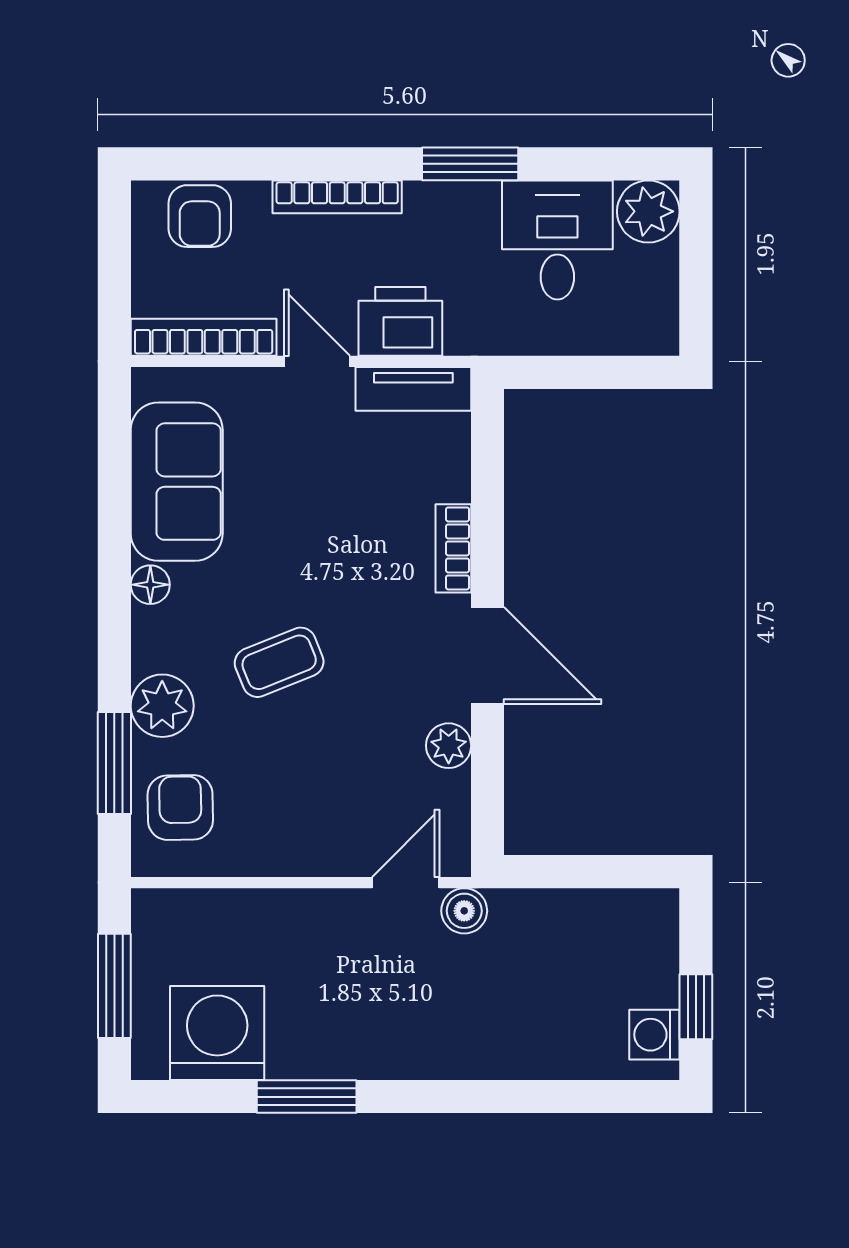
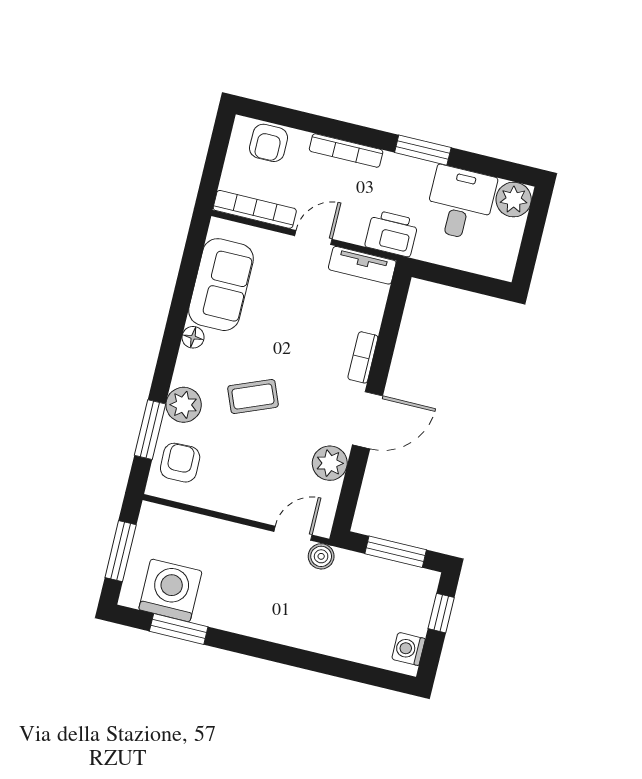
printer: (400, 321) -> (392, 233), moved
door: (317, 361) -> (313, 238), hinge flipped
door: (487, 656) -> (367, 420), hinge flipped
plant: (449, 746) -> (330, 463), width x1.38, depth x1.38
window: (591, 872) -> (396, 552), added
window: (696, 1007) -> (441, 613), moved
window: (307, 1097) -> (179, 629), moved

